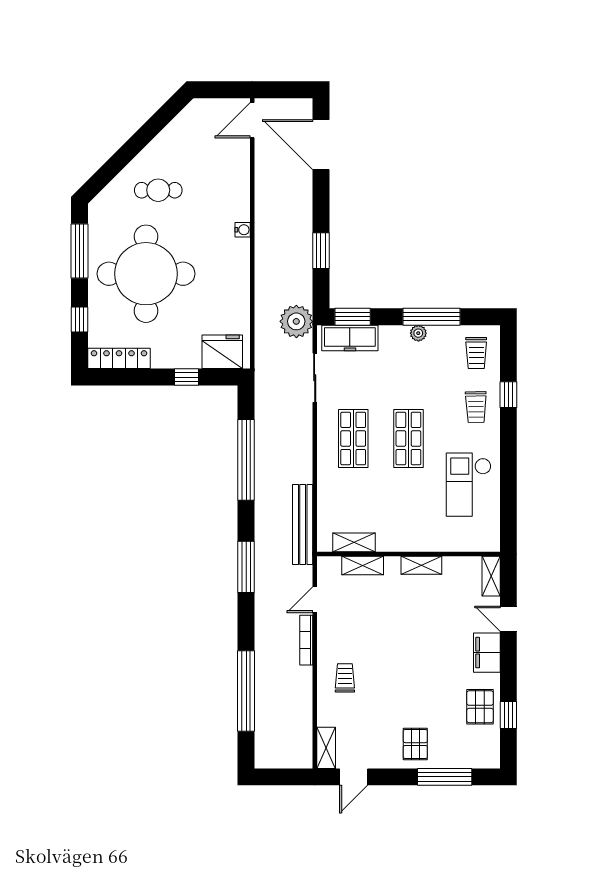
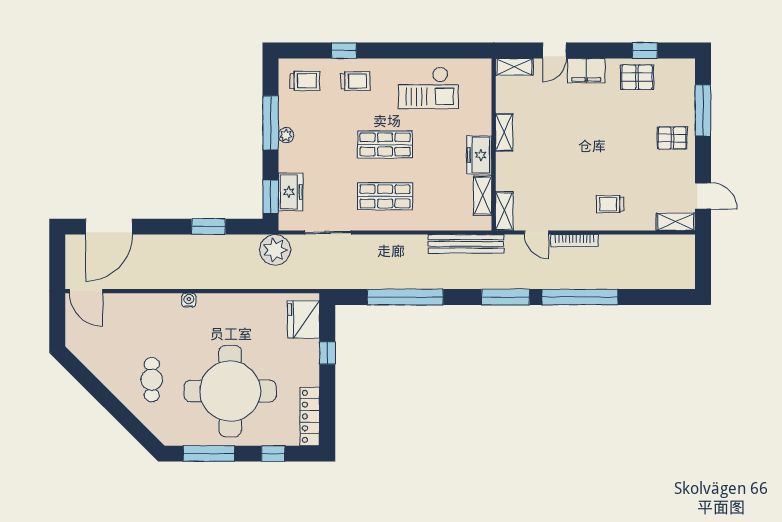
freezer: (350, 338) -> (291, 192), width x0.71
freezer: (397, 539) -> (479, 155), added
shelving: (363, 566) -> (504, 211), moved
window: (246, 691) -> (580, 297), moved

